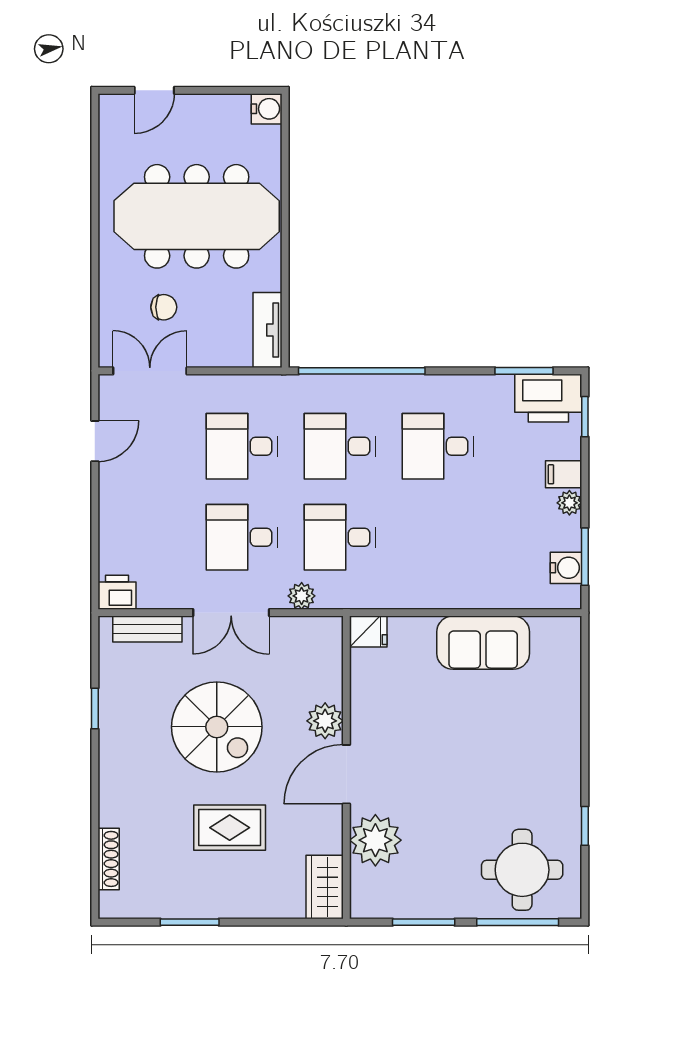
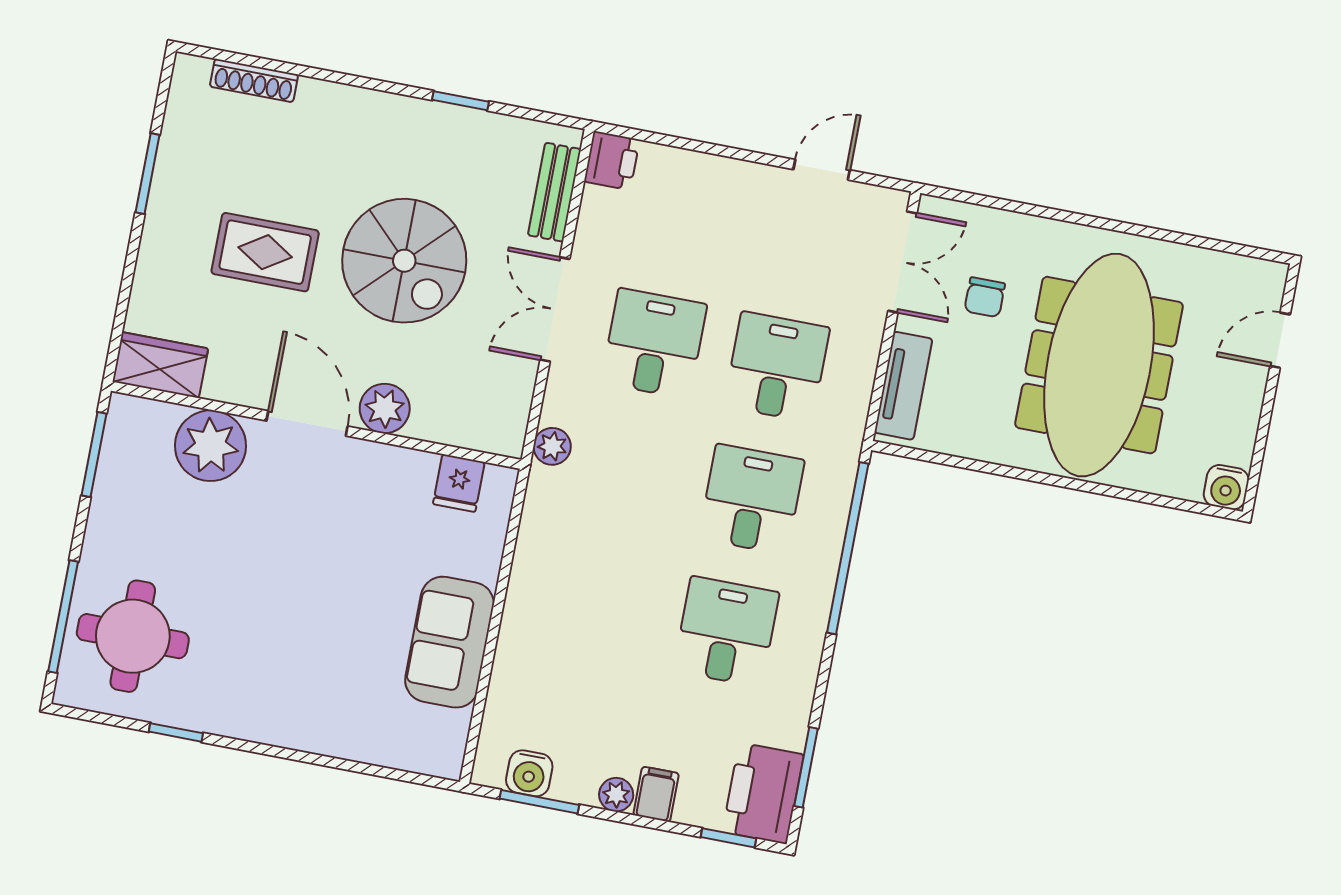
door: (154, 90) -> (1280, 340), hinge flipped
tv unit: (268, 330) -> (903, 386), moved, turned 90
door: (95, 441) -> (822, 170), swing flipped
desk: (340, 537) -> (629, 476), removed
plant: (302, 596) -> (552, 446), moved
fridge: (368, 632) -> (459, 483), moved
spiral stairs: (217, 727) -> (404, 261), turned -90
rug: (230, 828) -> (265, 252), turned 90
window: (424, 922) -> (94, 455), moved

